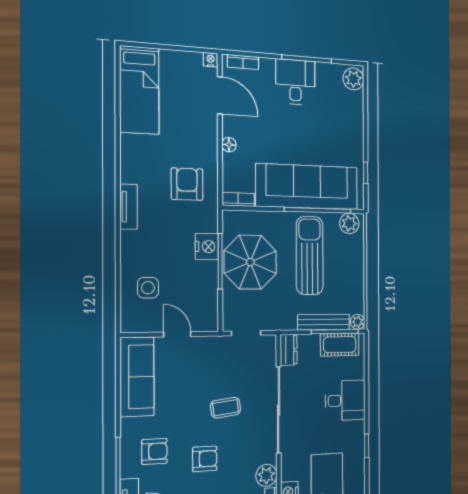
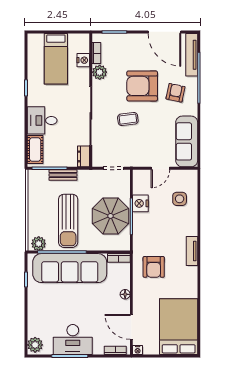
desk: (295, 82) -> (73, 340), width x1.37
bed: (139, 90) -> (179, 327), width x1.50
nightstand: (207, 247) -> (140, 203), moved
bench: (324, 322) -> (63, 175), width x0.73
plant: (358, 322) -> (33, 175), removed
door: (177, 334) -> (160, 168), hinge flipped
cot: (340, 345) -> (35, 149), moved, turned 90
armchair: (154, 451) -> (175, 93), turned 102
armchair: (205, 459) -> (142, 86), width x1.88, depth x1.88

